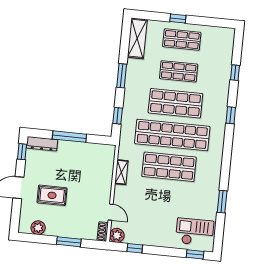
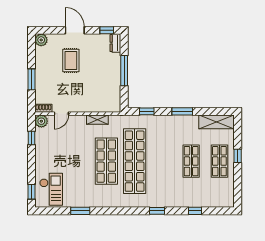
shop shelf: (175, 103) -> (163, 161), removed
dresser: (42, 144) -> (115, 43), width x0.70
plant: (38, 228) -> (41, 40), moved

